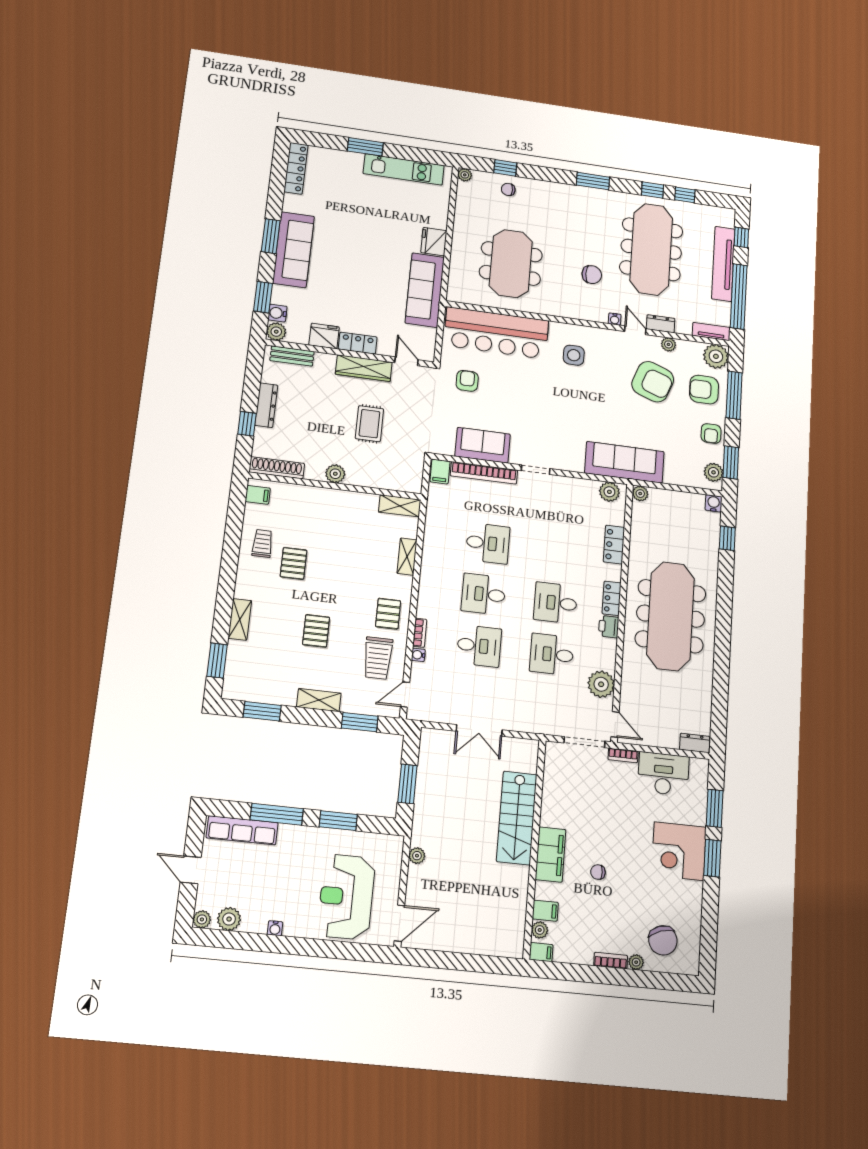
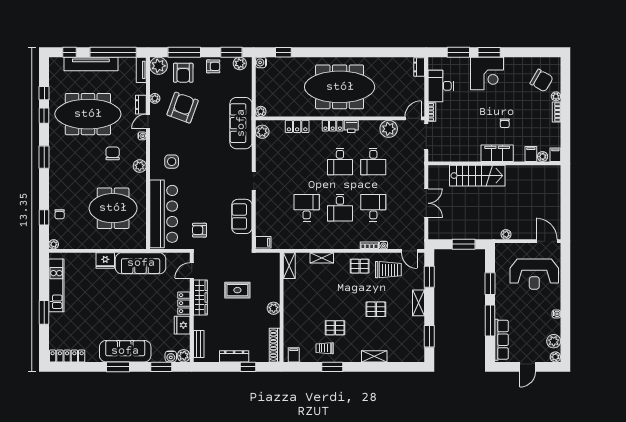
plant: (570, 309) -> (140, 166), added
bookcase: (484, 473) -> (260, 214), removed
window: (217, 661) -> (332, 367), moved
chair: (663, 940) -> (542, 81), turned 48

